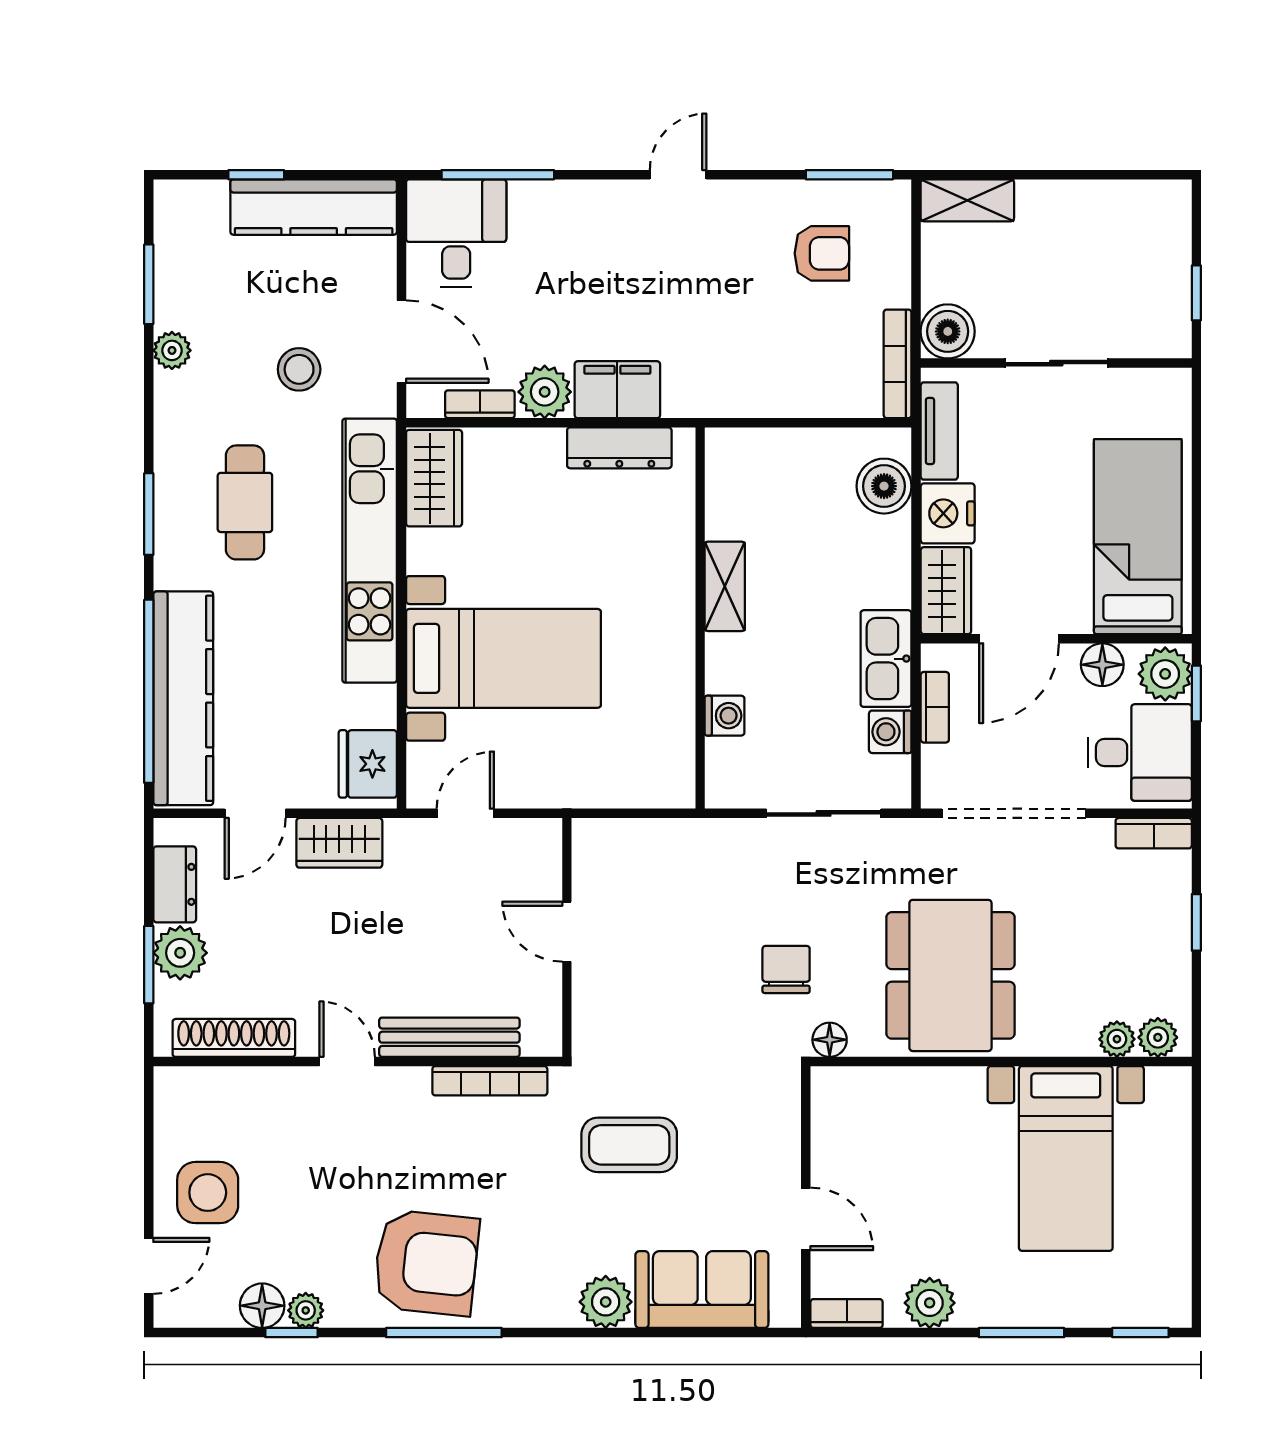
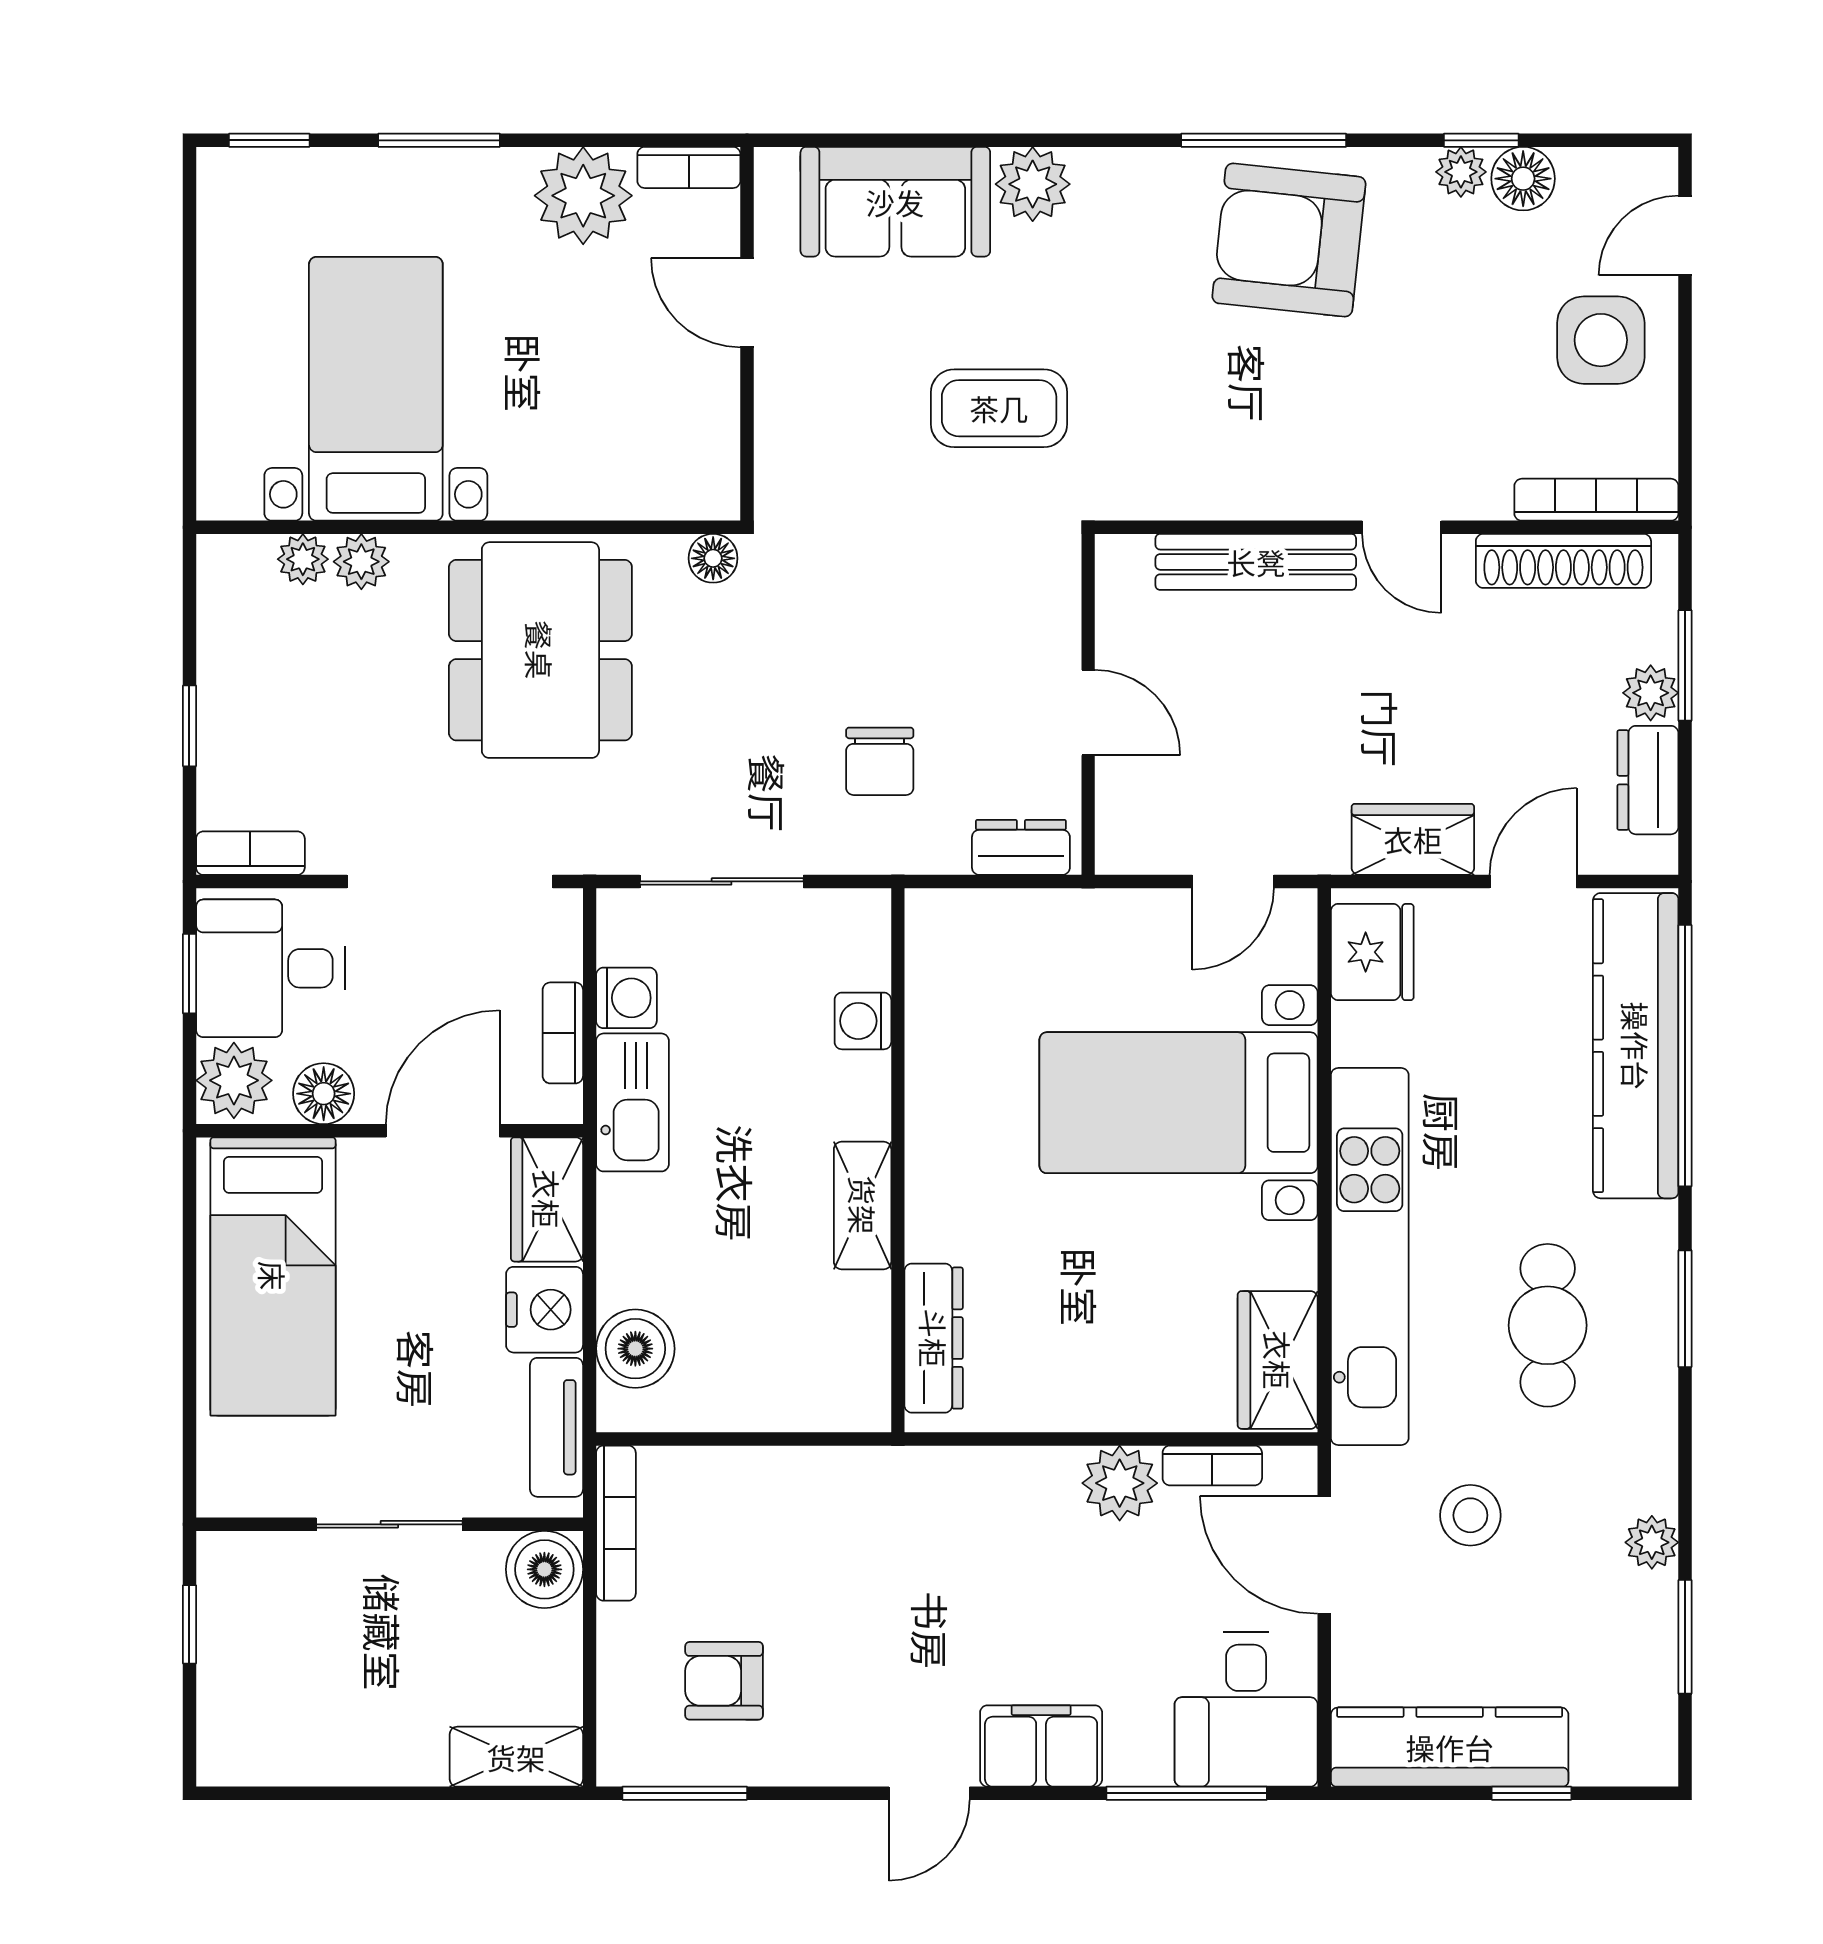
filing cabinet: (617, 390) -> (1041, 1746), moved, turned 180
dresser: (619, 448) -> (934, 1338), moved, turned 90
window: (1196, 693) -> (189, 974), moved
dresser: (614, 837) -> (1021, 847), added
plant: (180, 953) -> (1651, 693), width x0.73, depth x0.73
chair: (786, 969) -> (880, 761), moved
plant: (1158, 1037) -> (361, 562), moved
bookcase: (490, 1081) -> (1596, 500), moved
plant: (930, 1303) -> (583, 196), width x1.36, depth x1.36

